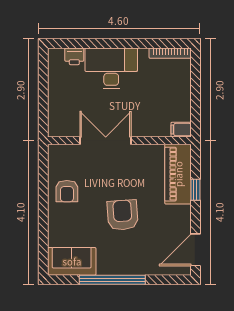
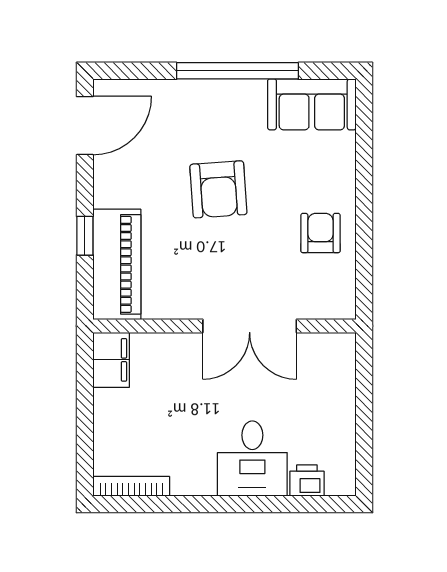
desk: (111, 68) -> (252, 459), width x0.73
filing cabinet: (181, 130) -> (111, 360), width x2.00

